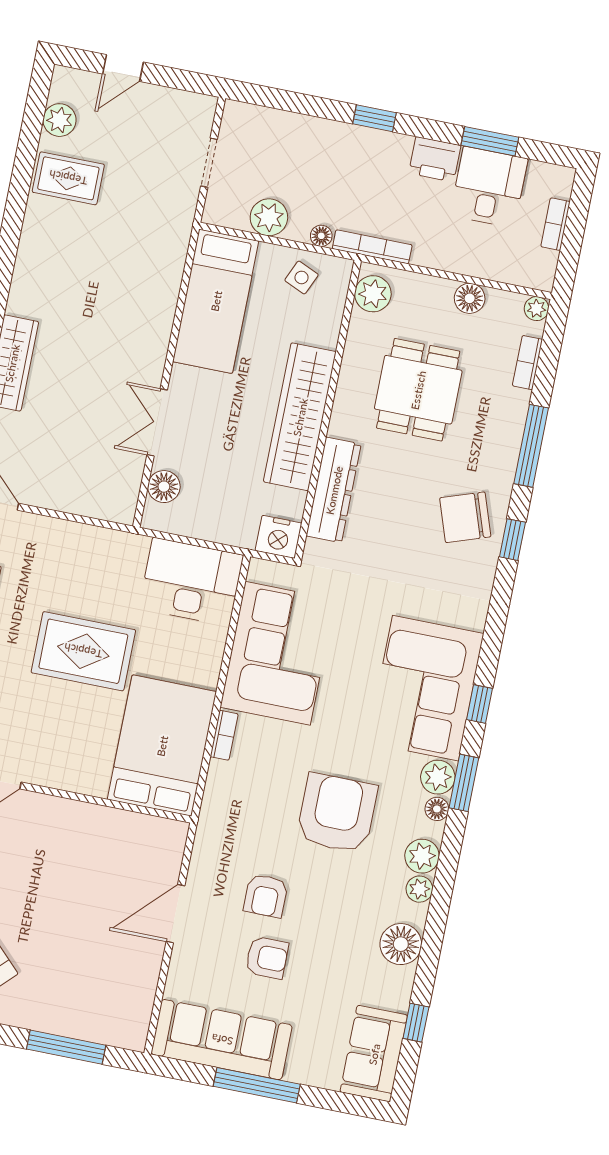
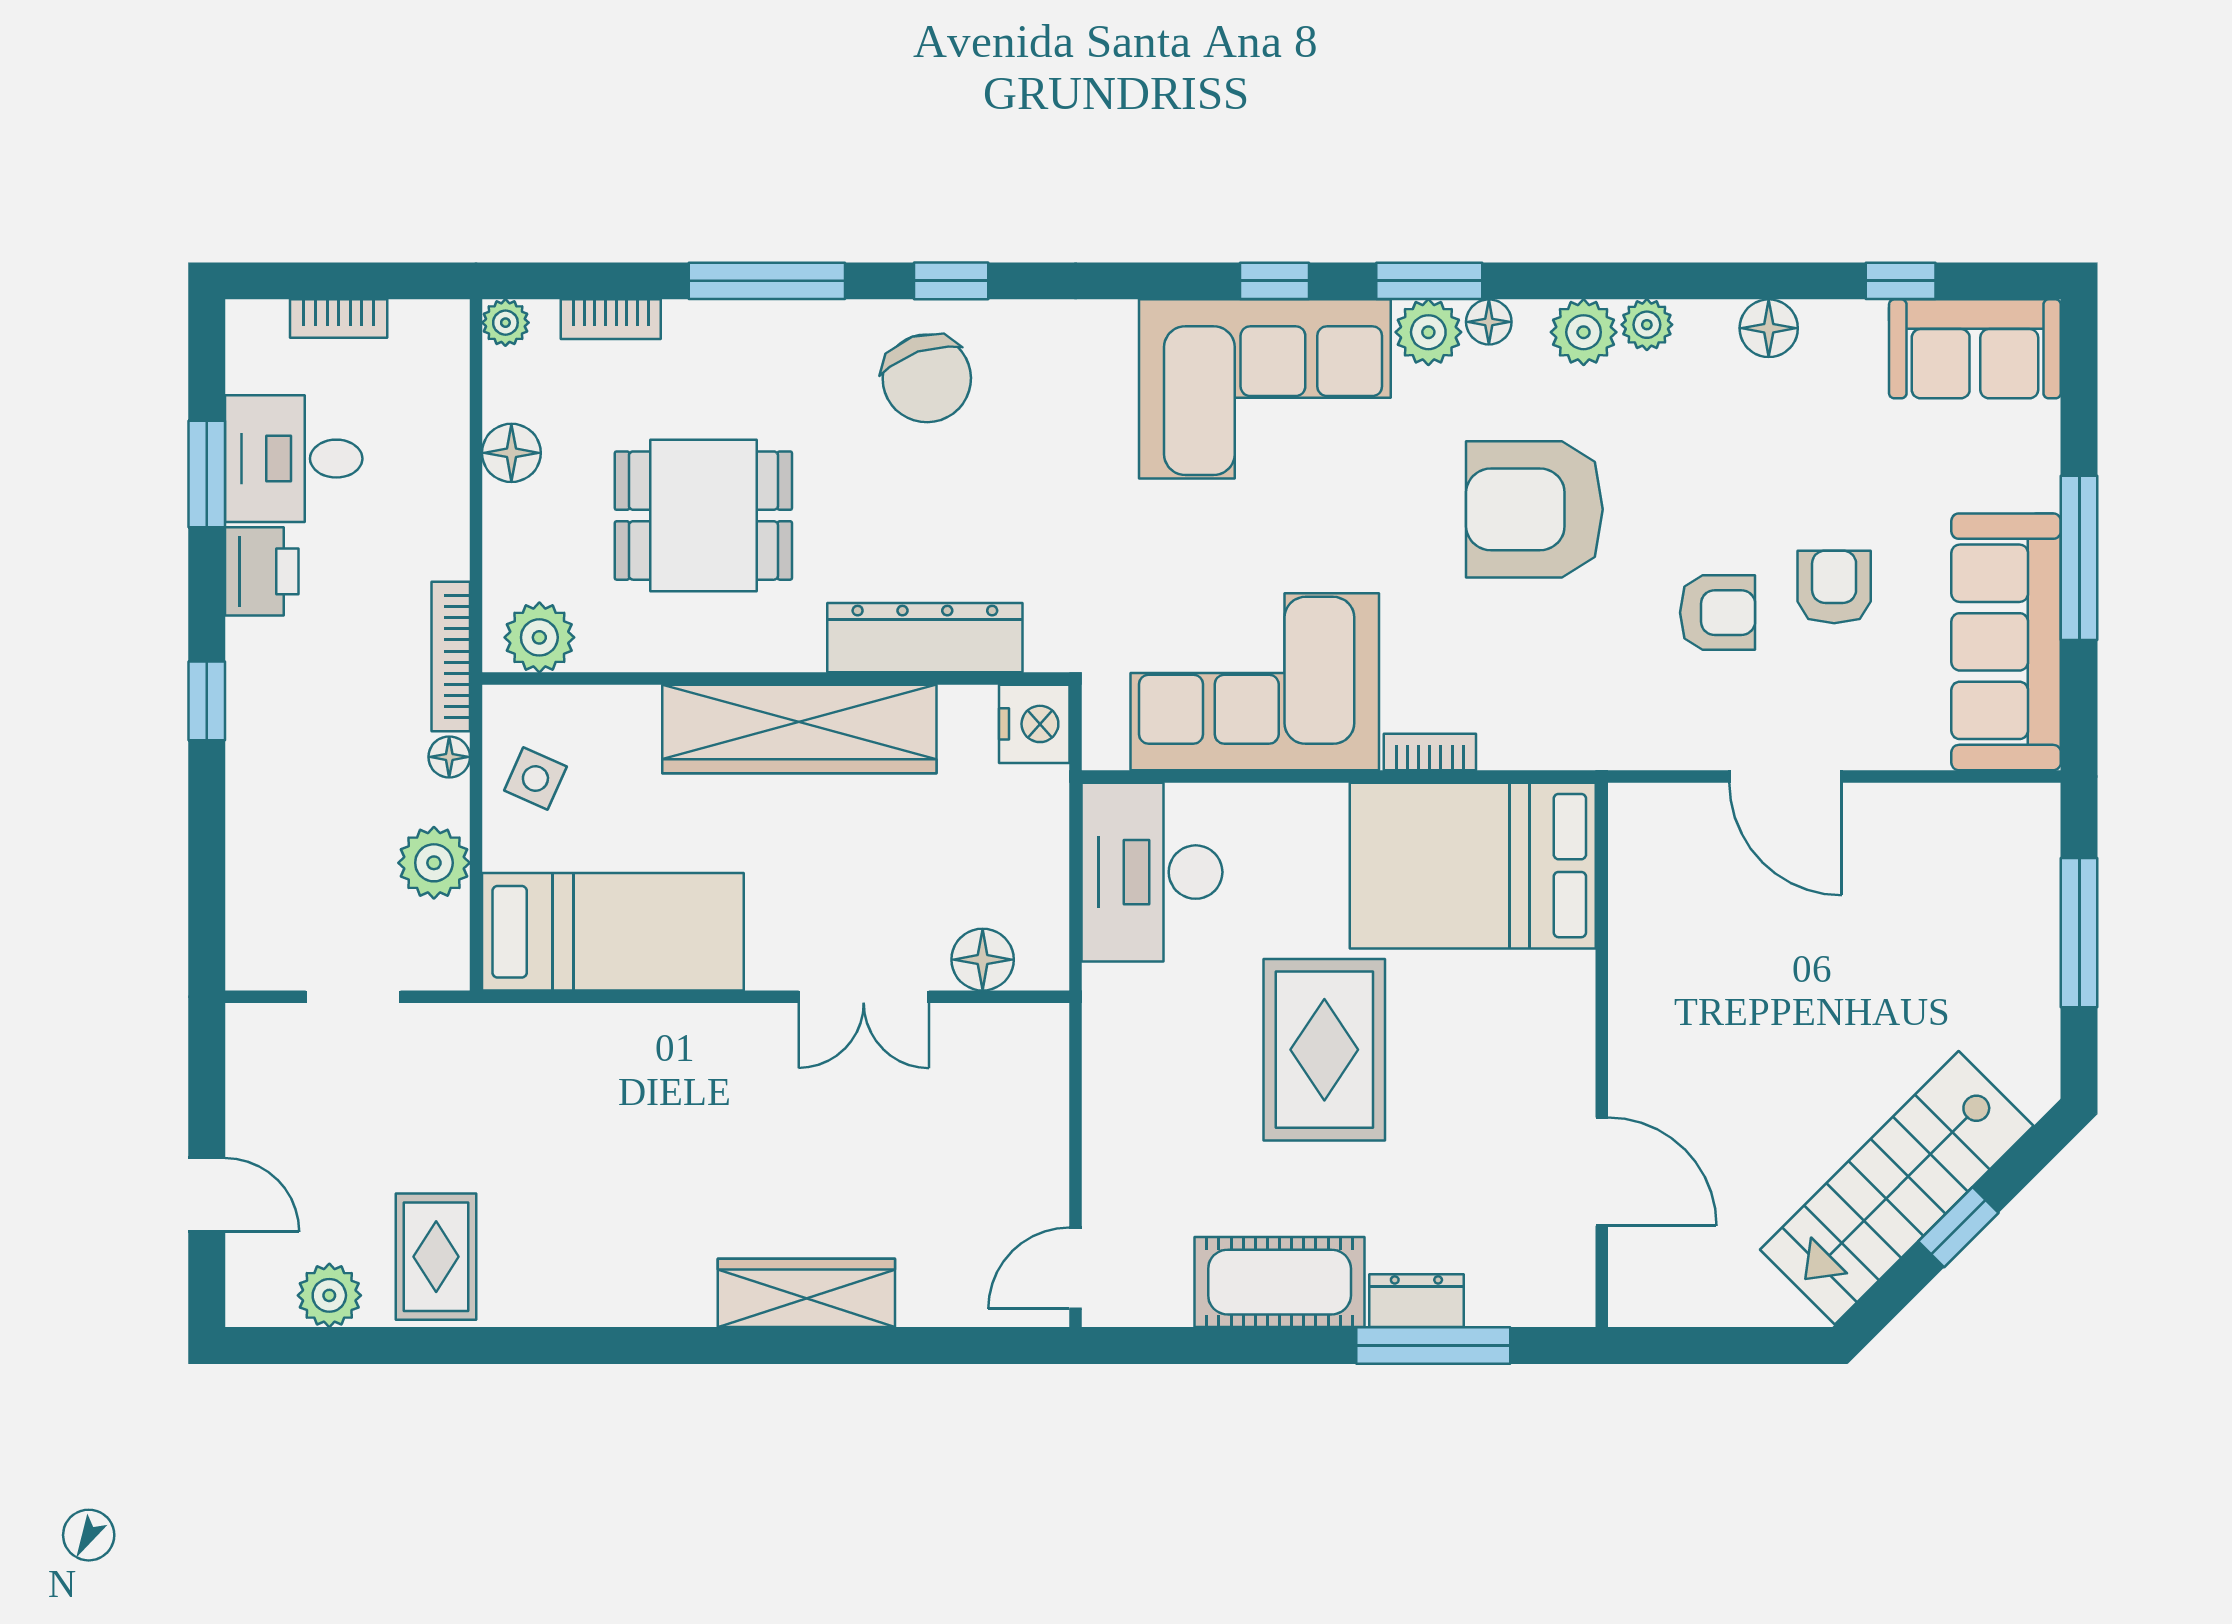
floor lamp: (401, 944) -> (1769, 328), width x0.73, depth x0.73

